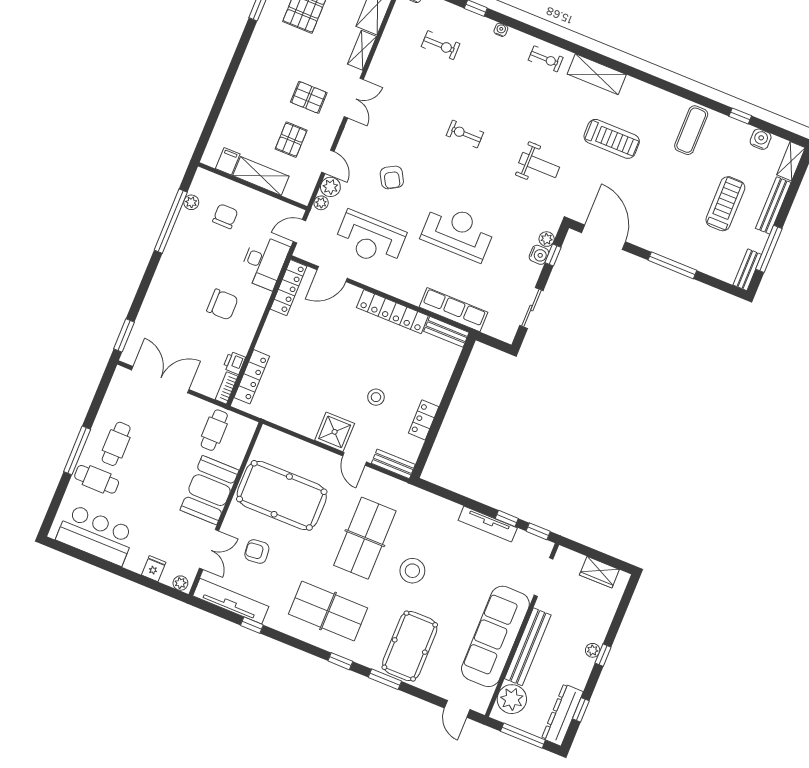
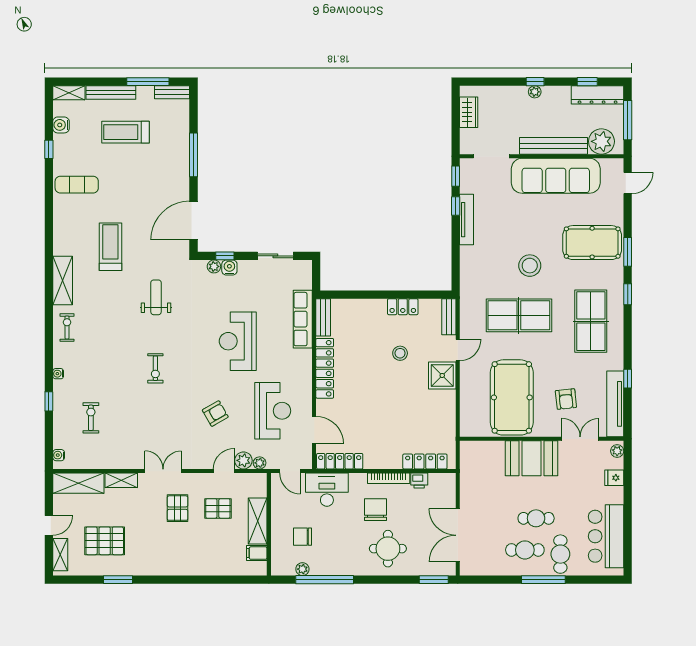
round table: (176, 301) -> (388, 549), added
bookcase: (227, 388) -> (389, 478), moved, width x1.56
cafe table: (214, 430) -> (536, 518), moved

